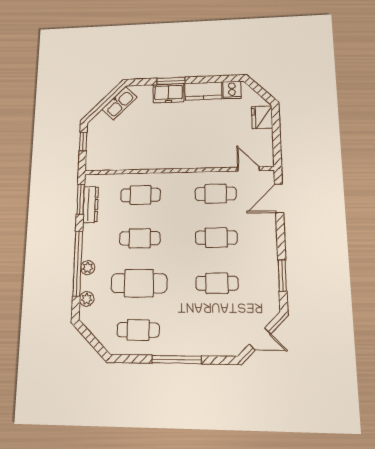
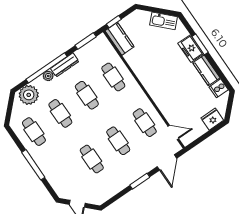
window: (83, 142) -> (114, 22), moved
kitchen counter: (105, 161) -> (120, 39), added
door: (248, 169) -> (173, 132), hinge flipped
door: (279, 198) -> (167, 162), swing flipped
dresser: (91, 204) -> (65, 65), moved
window: (282, 275) -> (140, 181), moved
cafe table: (139, 283) -> (60, 113), width x0.73, depth x0.74
plant: (87, 299) -> (29, 95), width x1.88, depth x1.88

